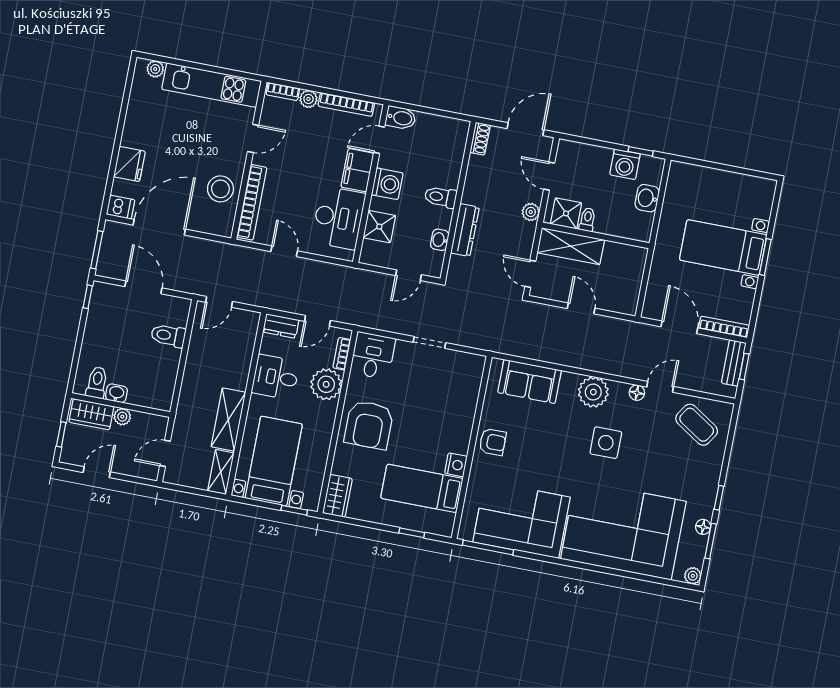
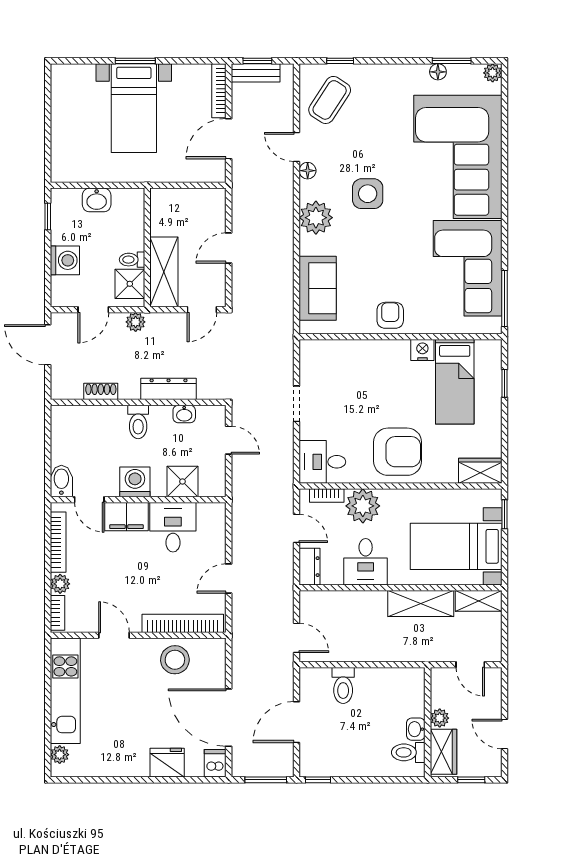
shoe rack: (480, 139) -> (101, 391), moved
washing machine: (625, 164) -> (65, 260), moved
desk: (338, 218) -> (173, 527), width x0.73
window: (719, 498) -> (340, 61), moved

